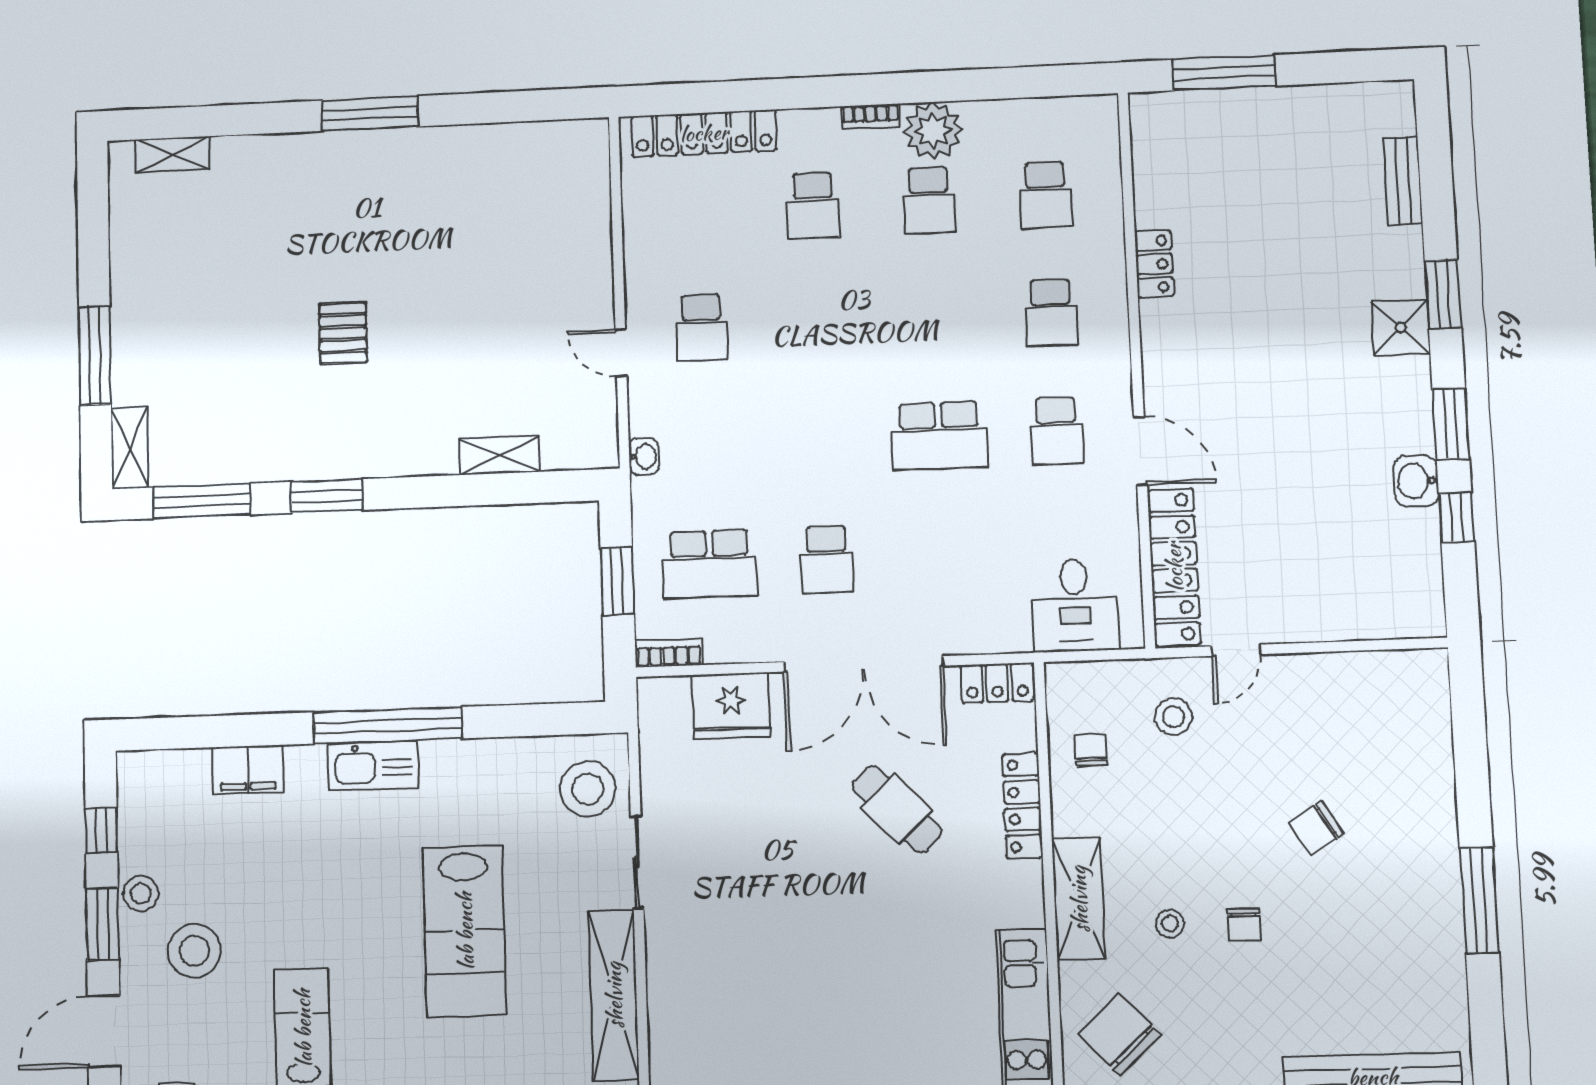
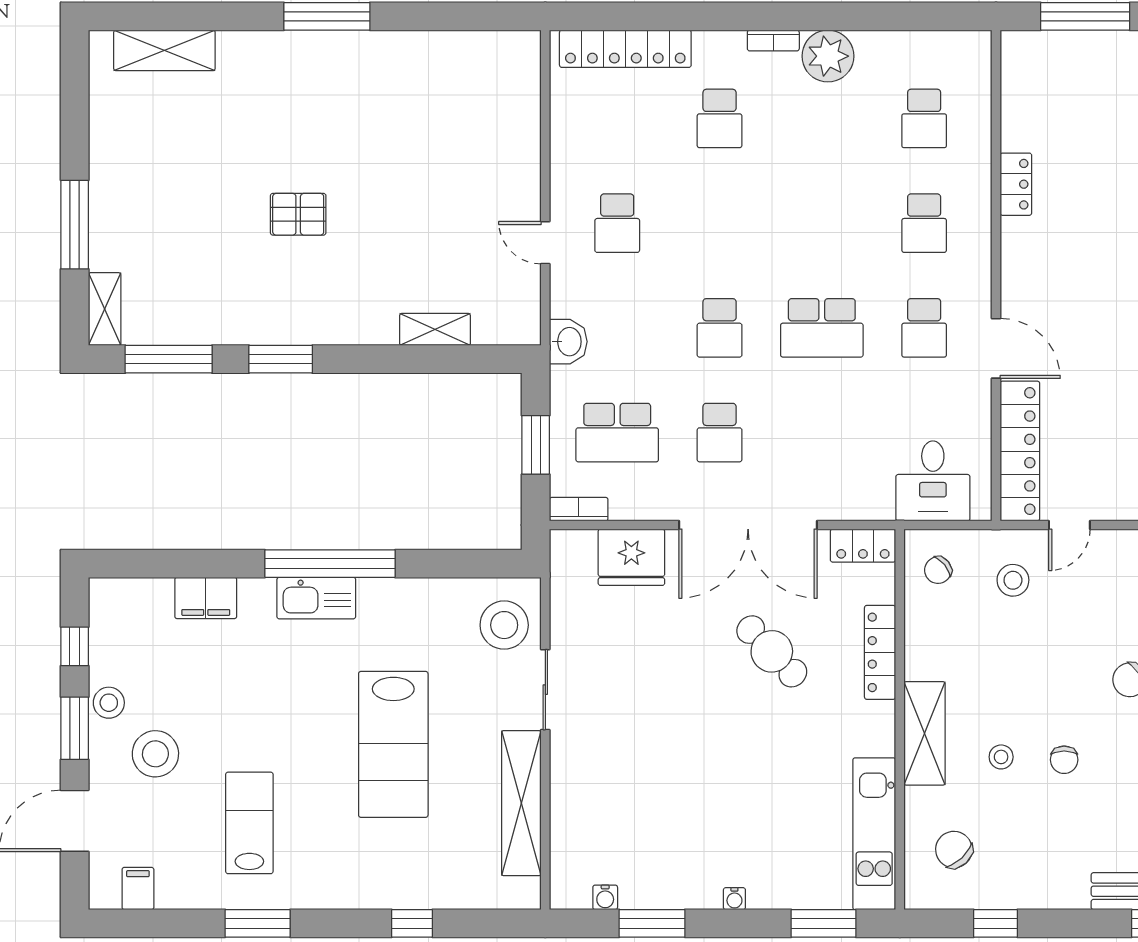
shelving: (173, 155) -> (164, 50), width x1.50, depth x1.33
school desk: (929, 200) -> (720, 328), moved
pallet: (343, 333) -> (298, 214), turned 90
washbasin: (644, 456) -> (568, 342), width x1.38, depth x1.45
chair: (1091, 750) -> (938, 570), moved, turned -129
chair: (1120, 1035) -> (954, 850), width x0.73, depth x0.73

